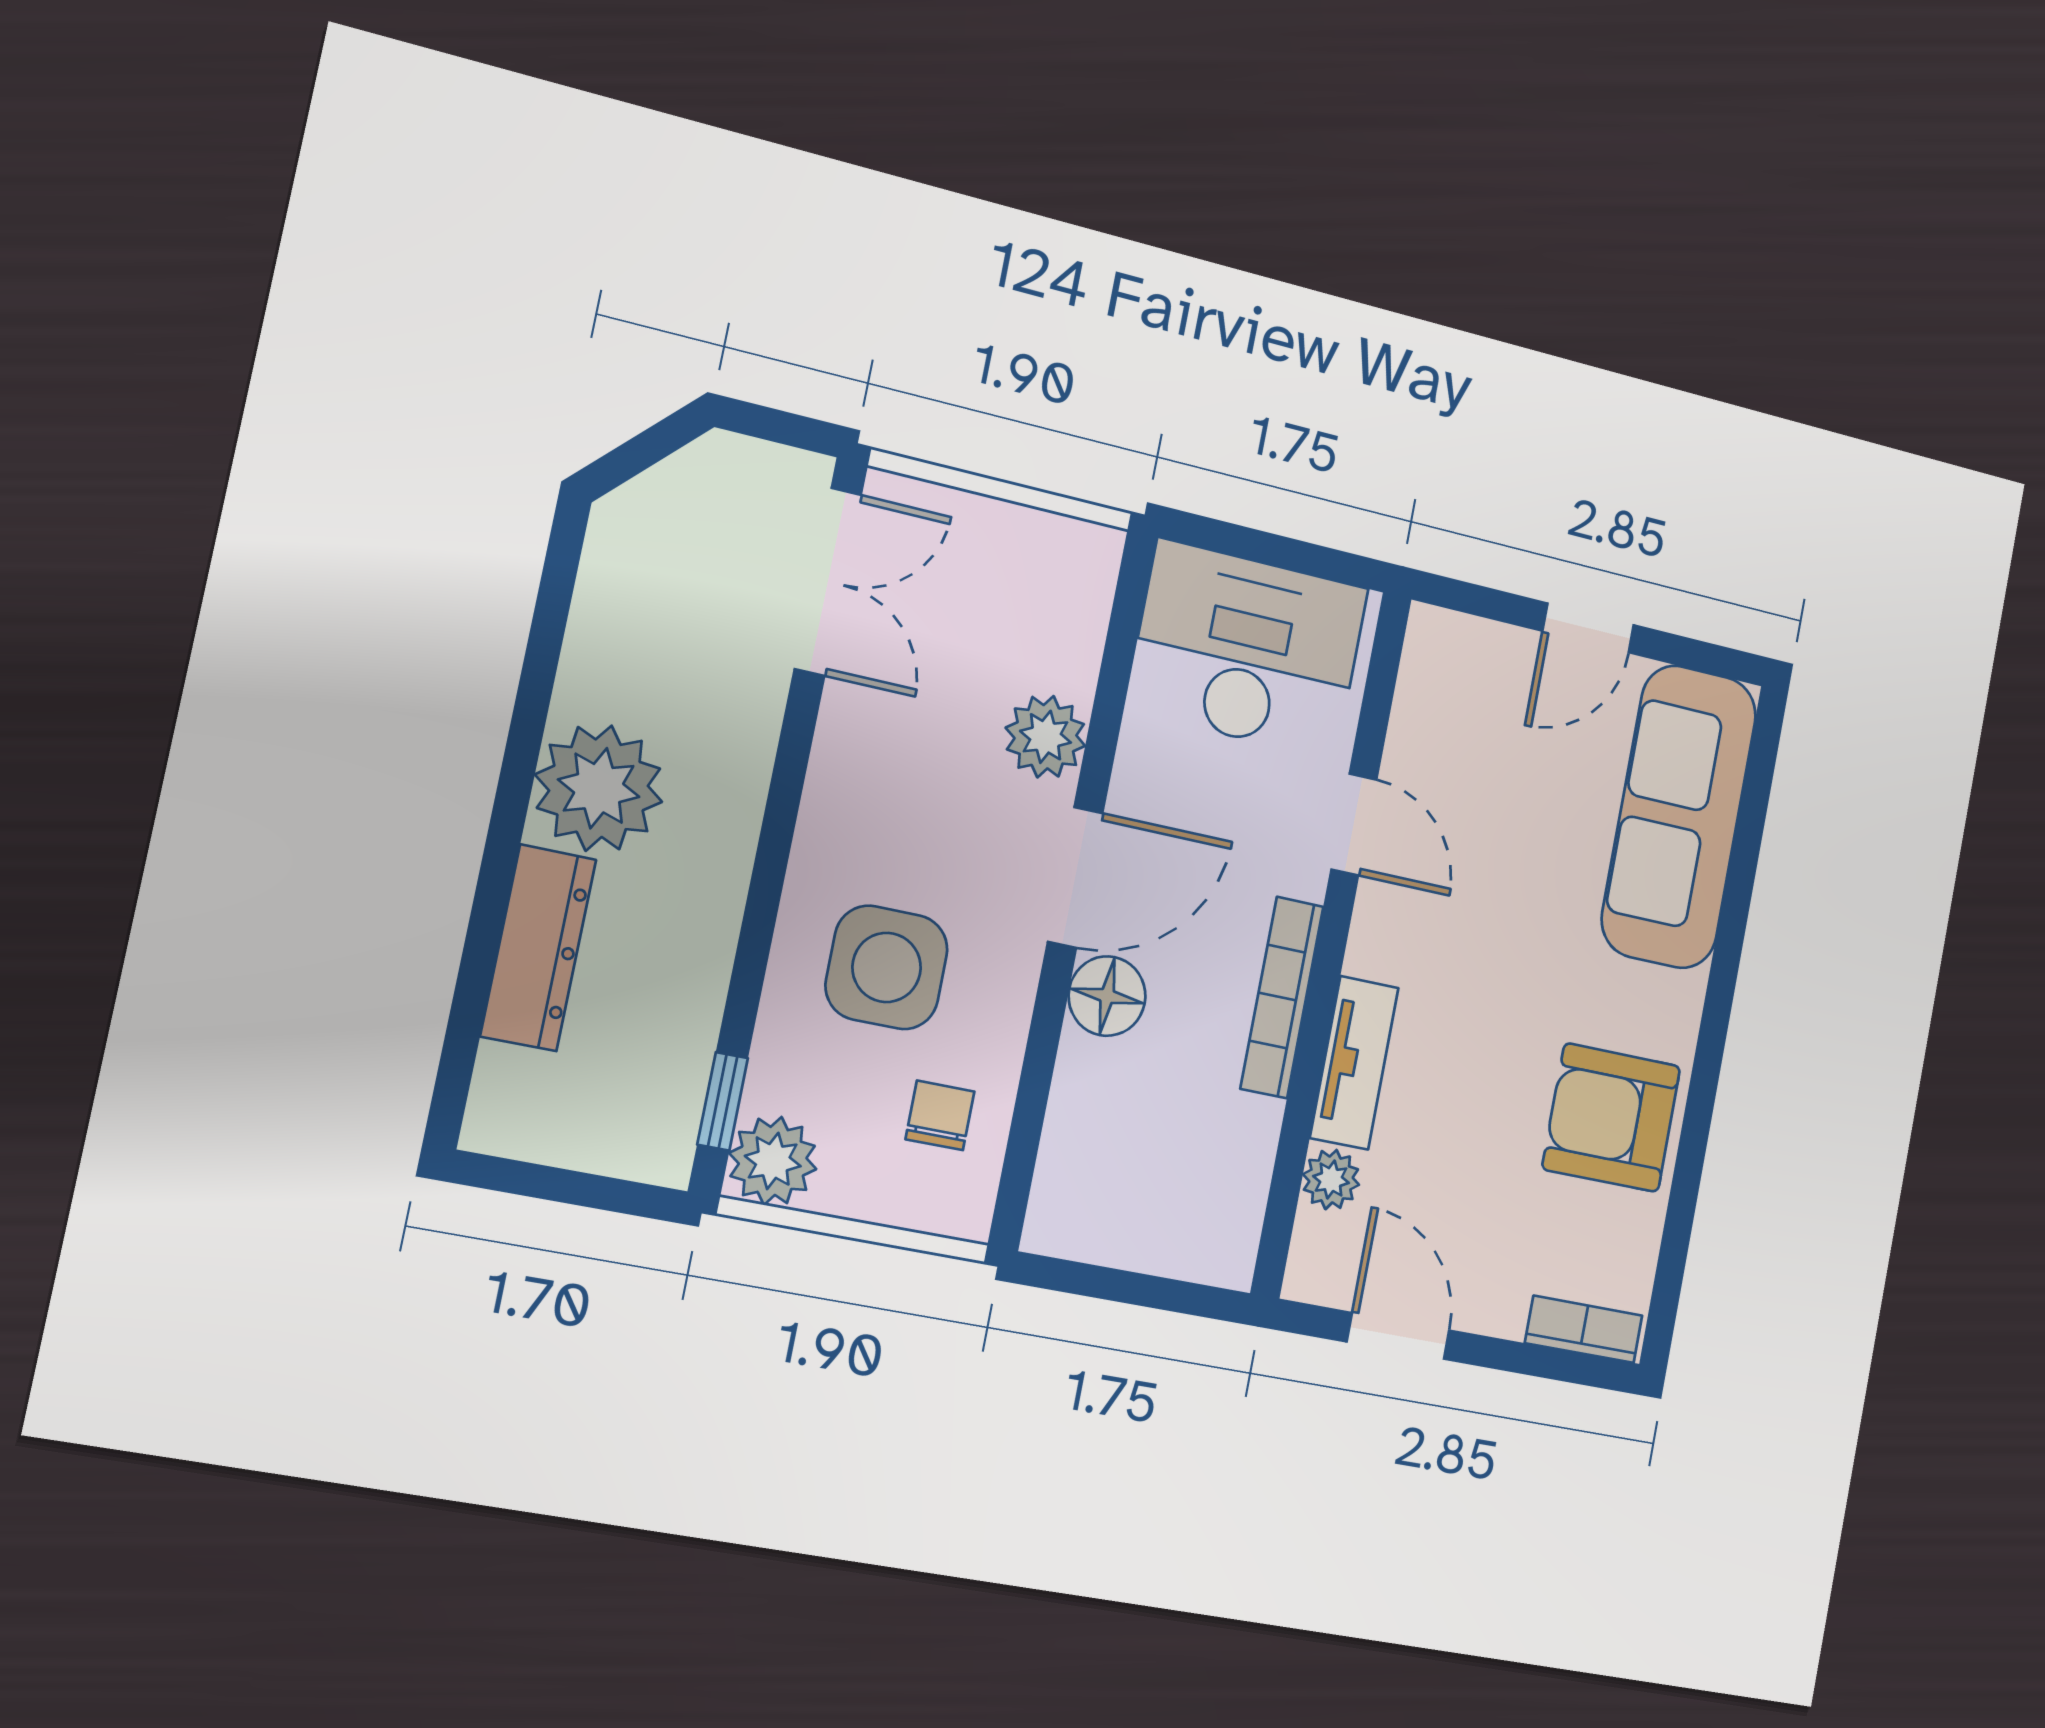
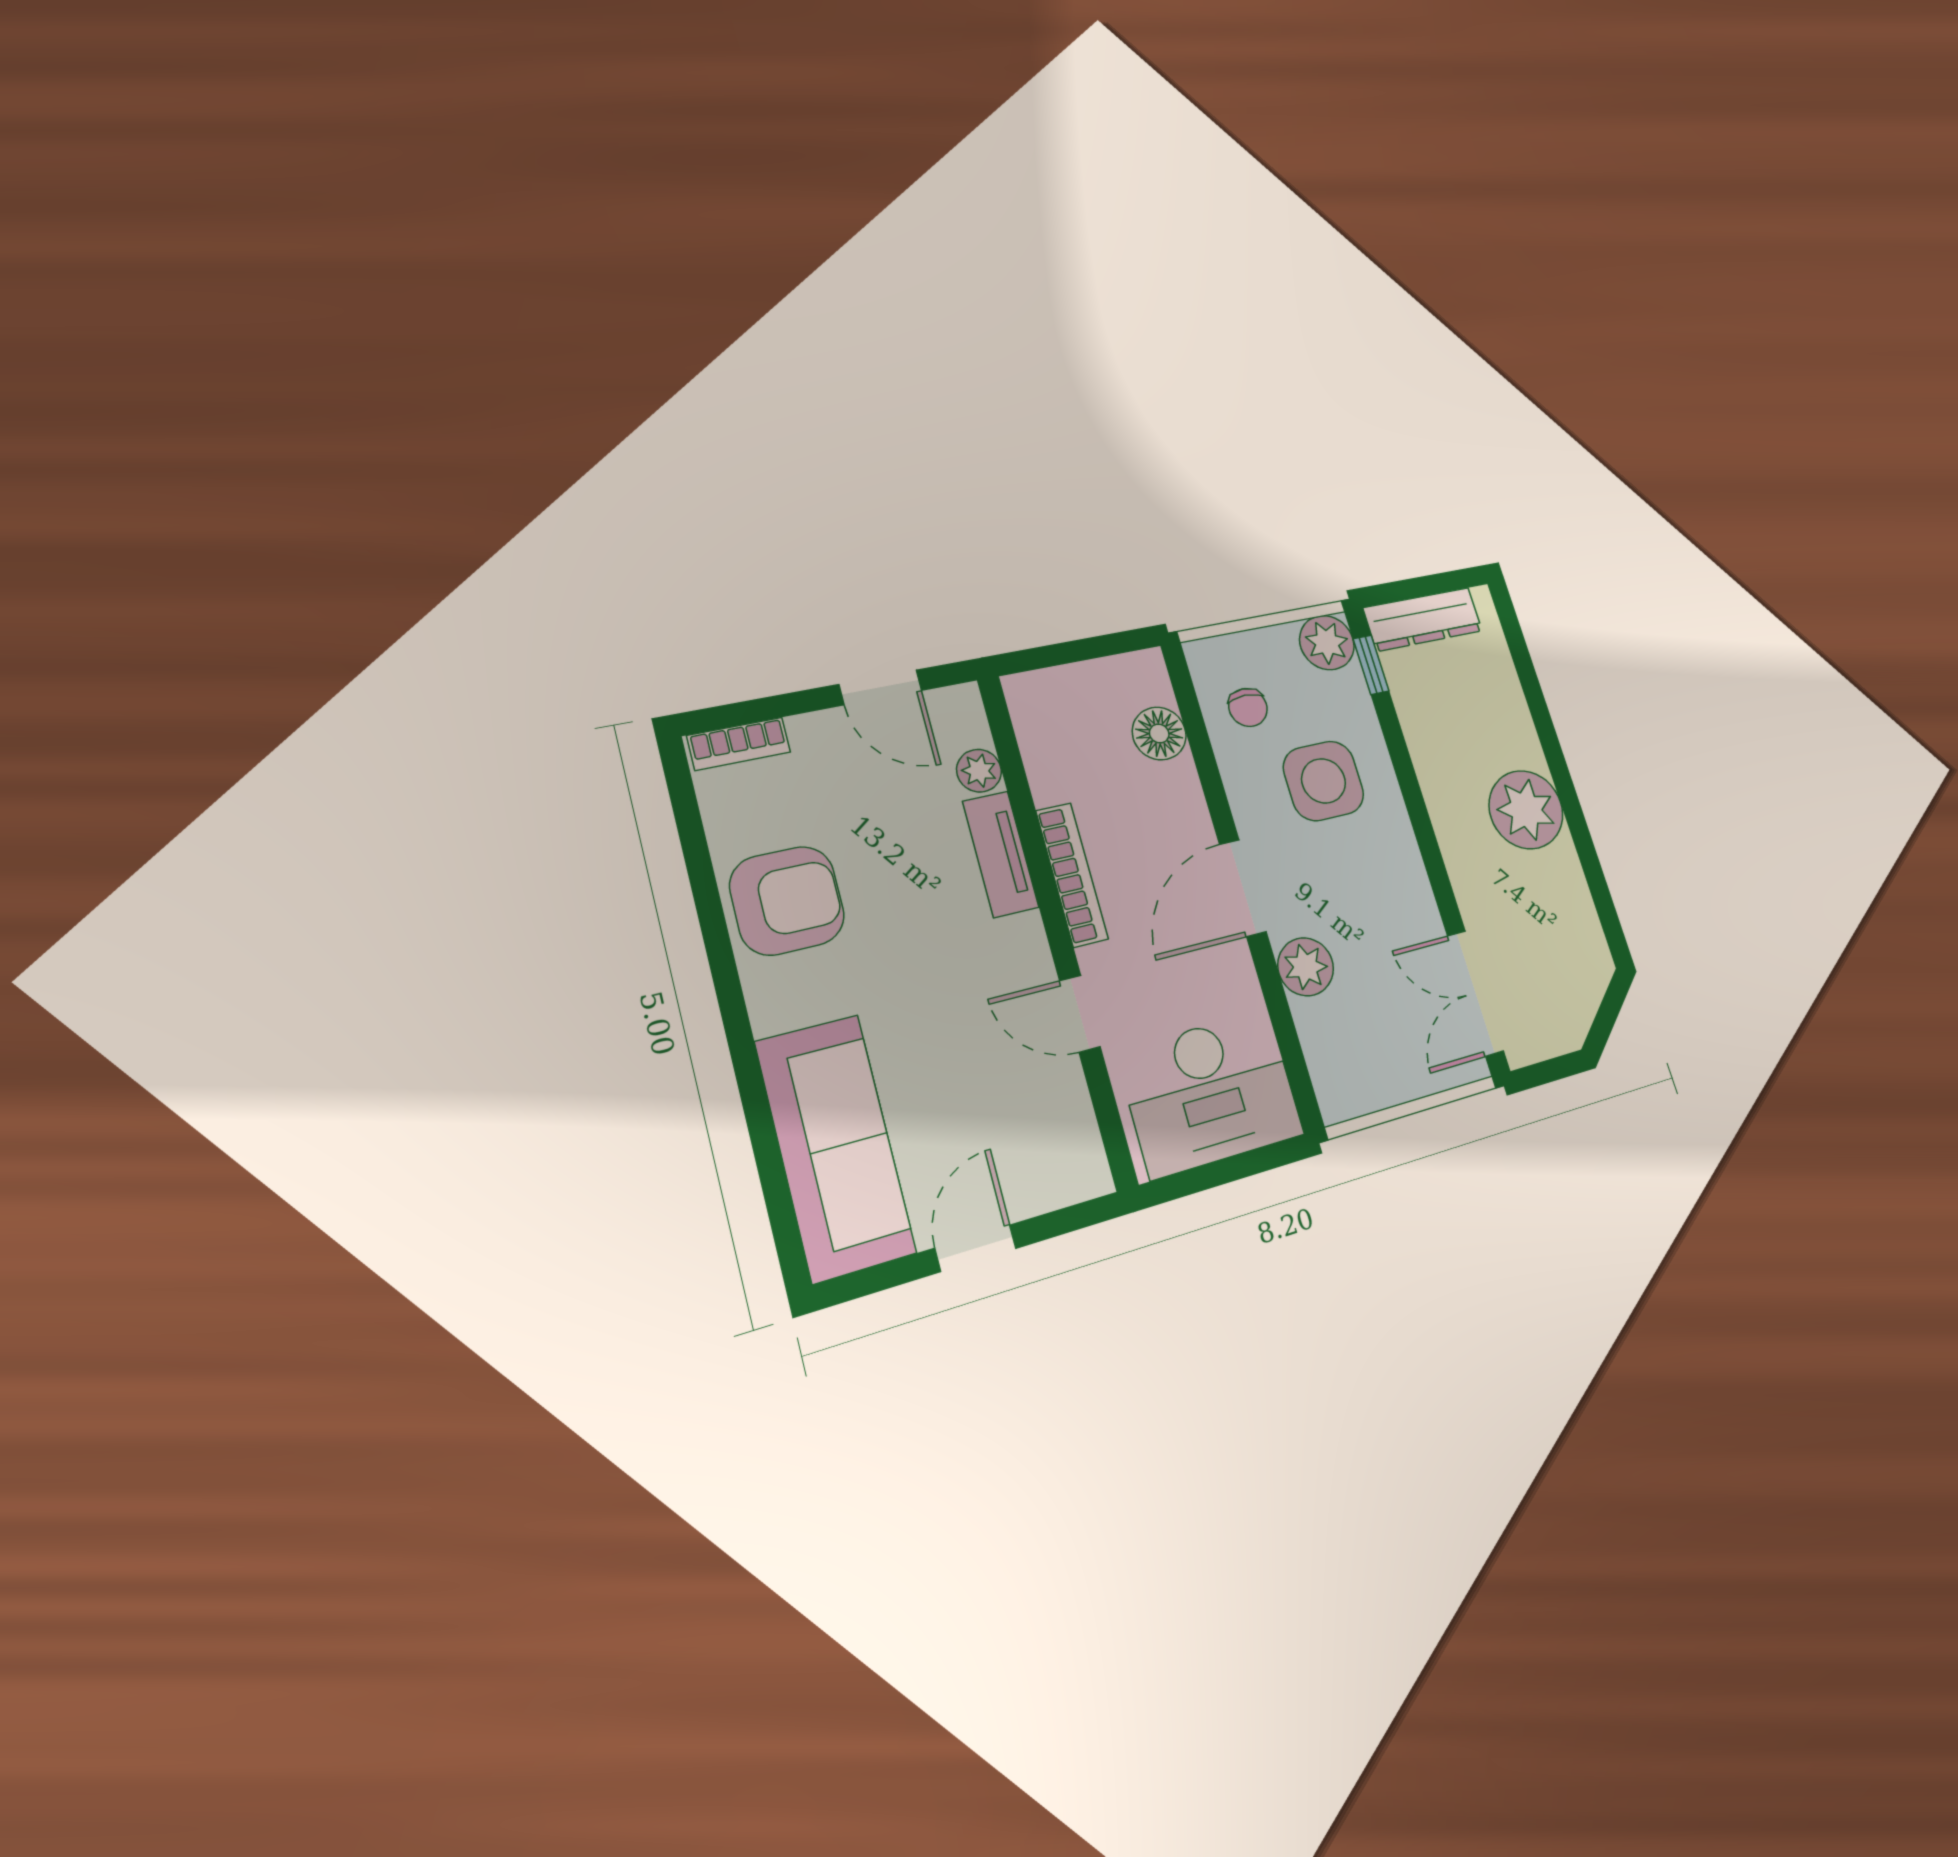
dresser: (538, 948) -> (1423, 619), moved, turned -90
floor lamp: (1107, 996) -> (1159, 733), moved

